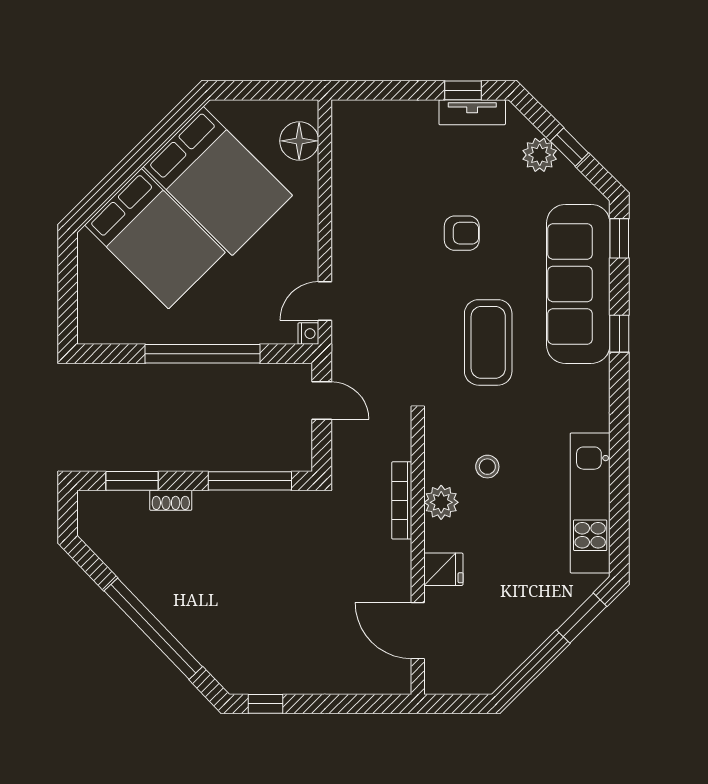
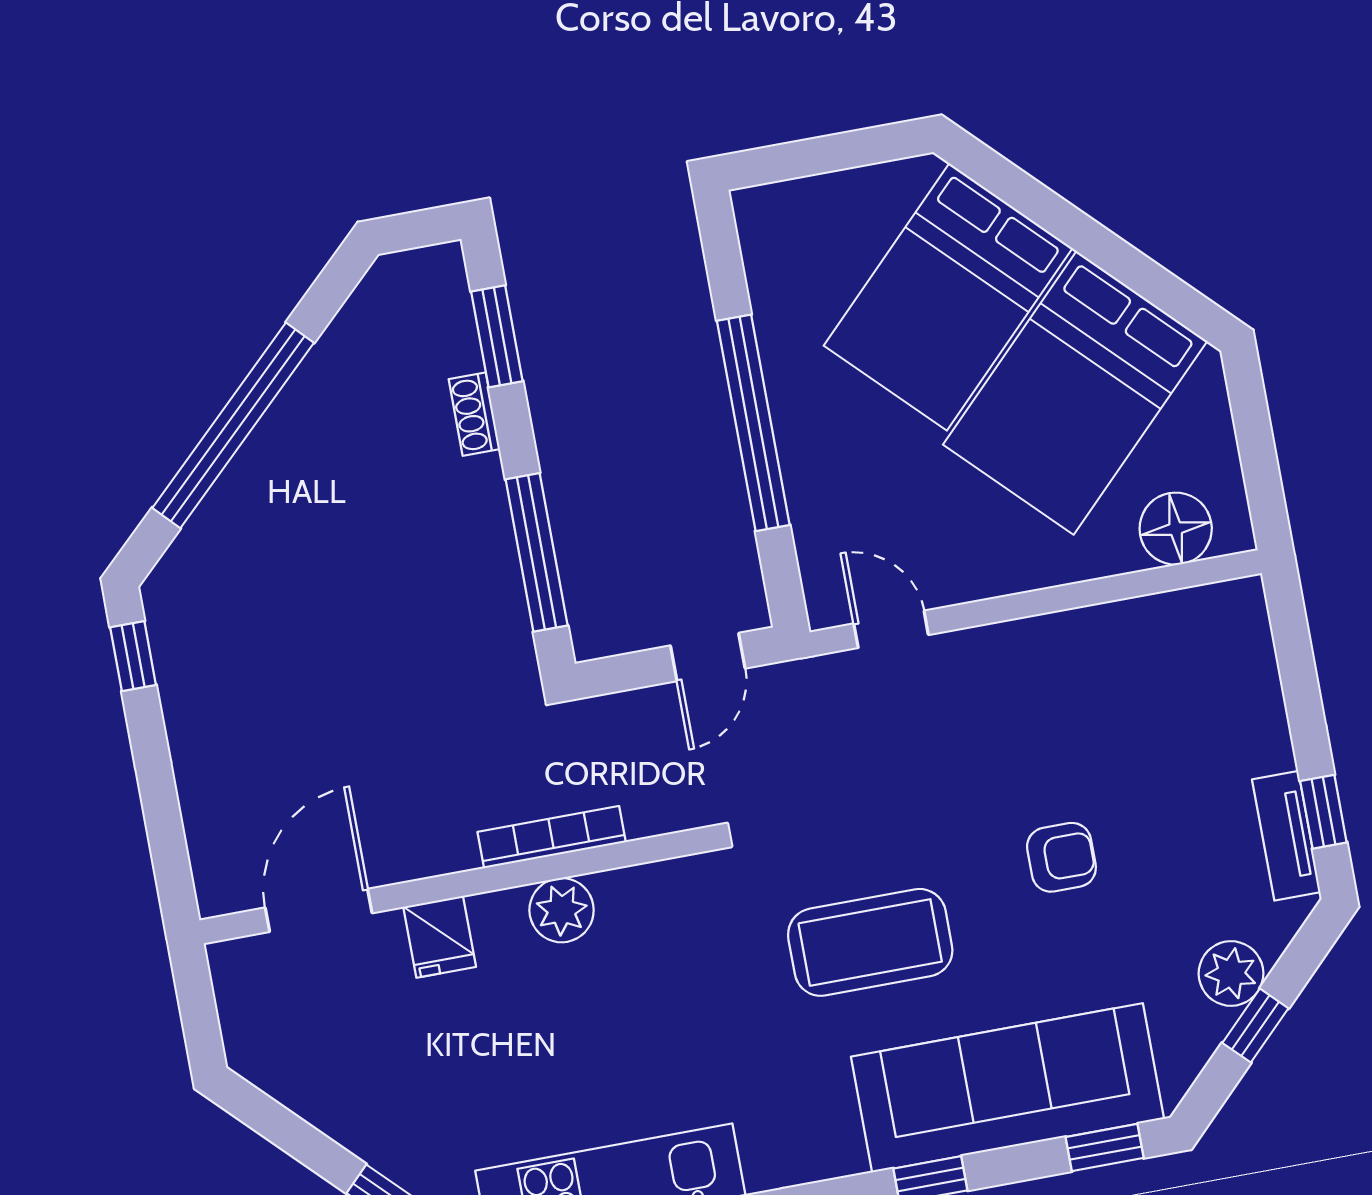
armchair: (462, 233) -> (1061, 857), turned -90
nightstand: (308, 334) -> (826, 610), removed
stool: (487, 467) -> (642, 983), removed

